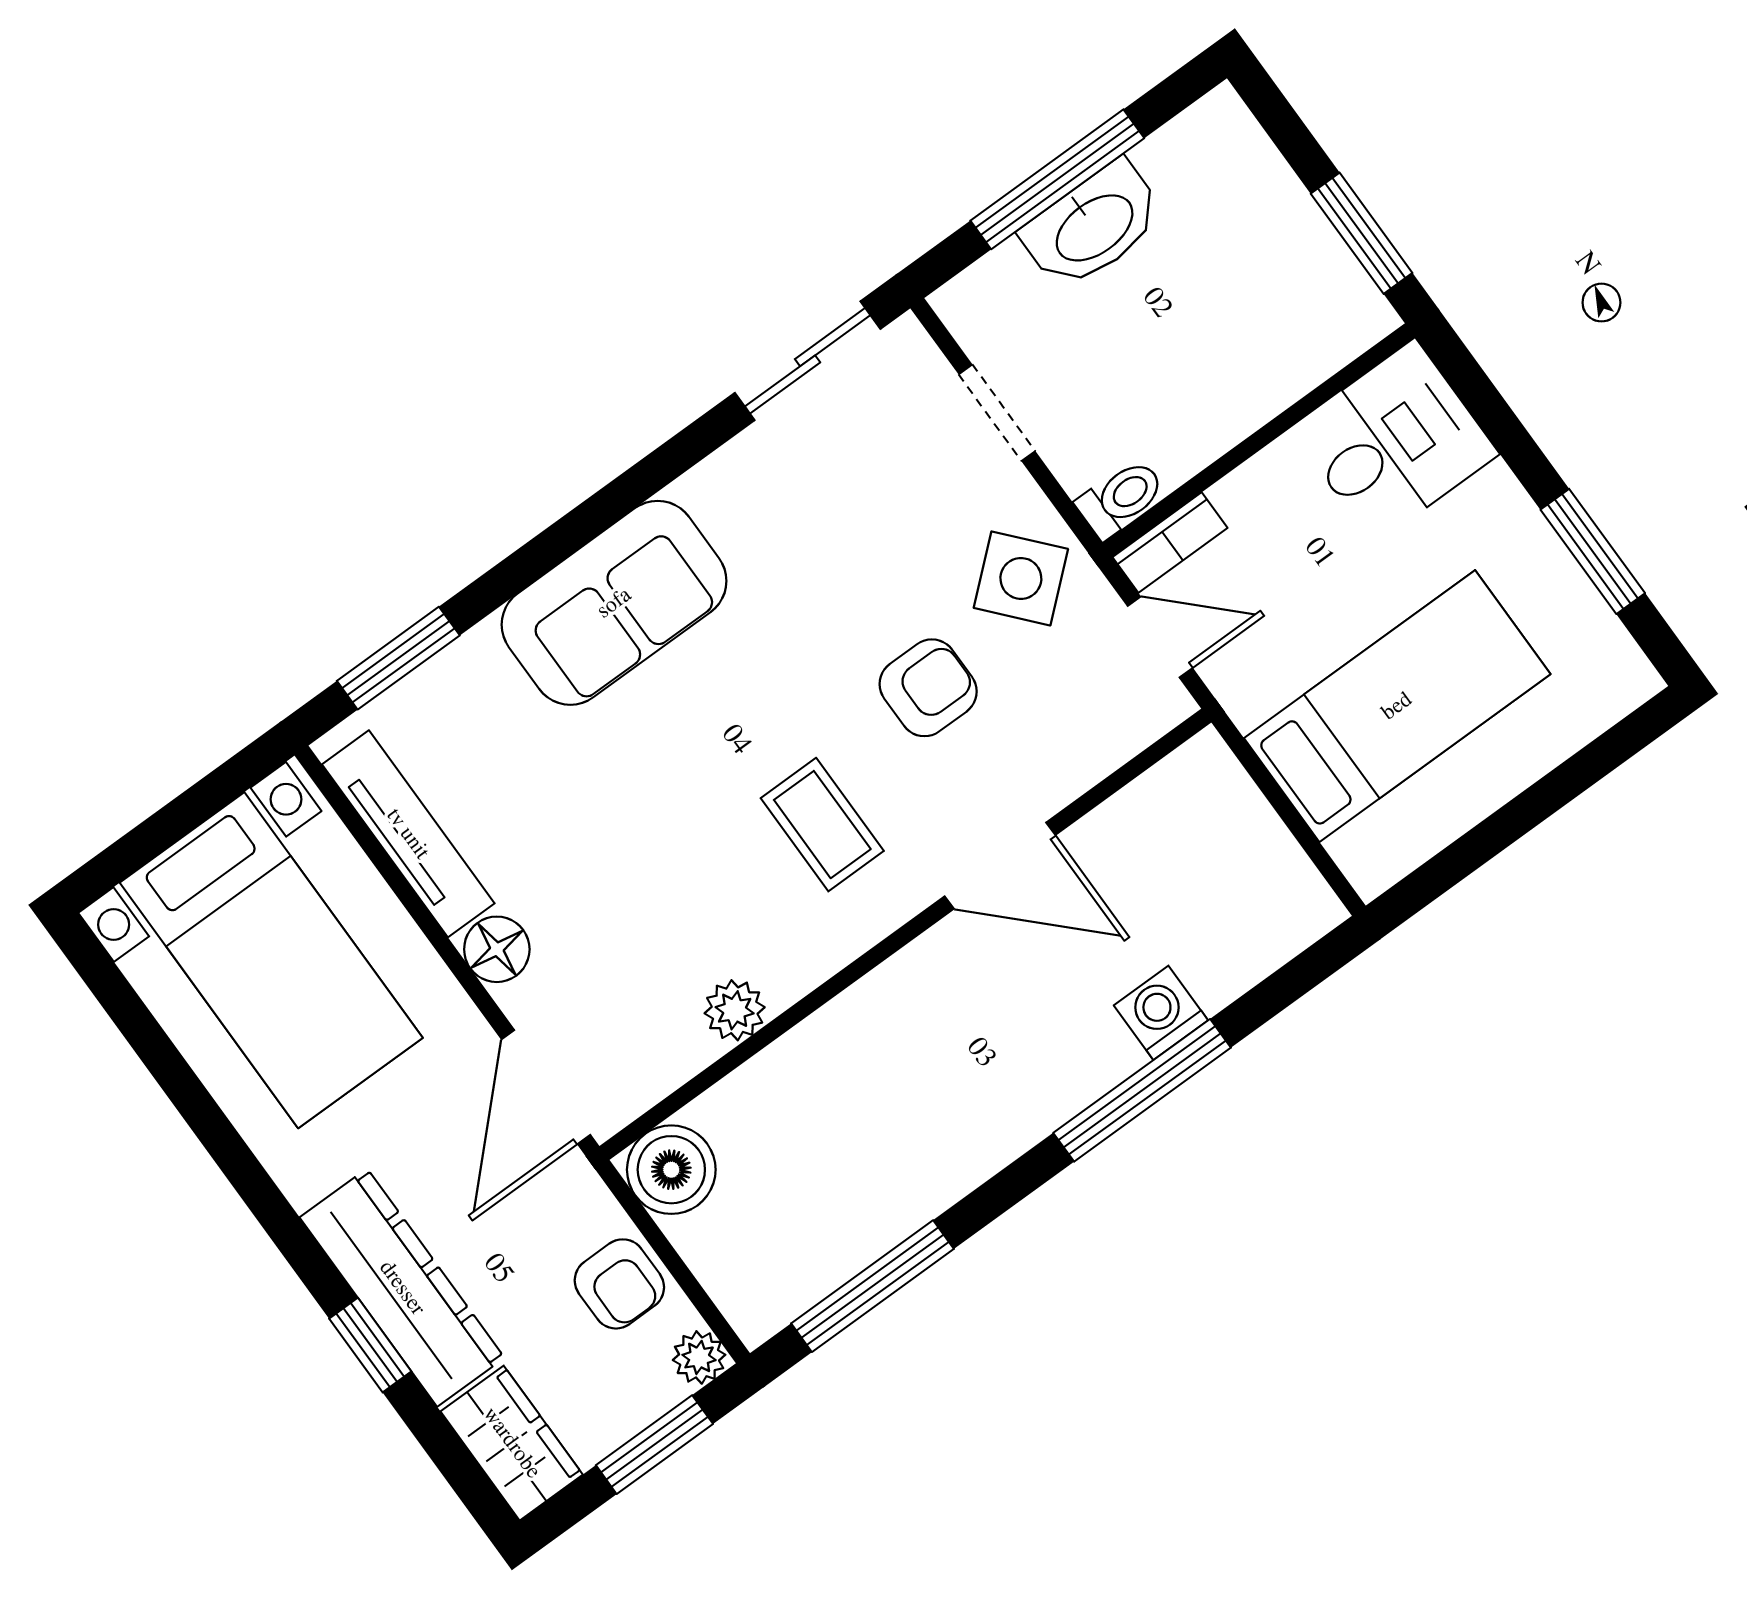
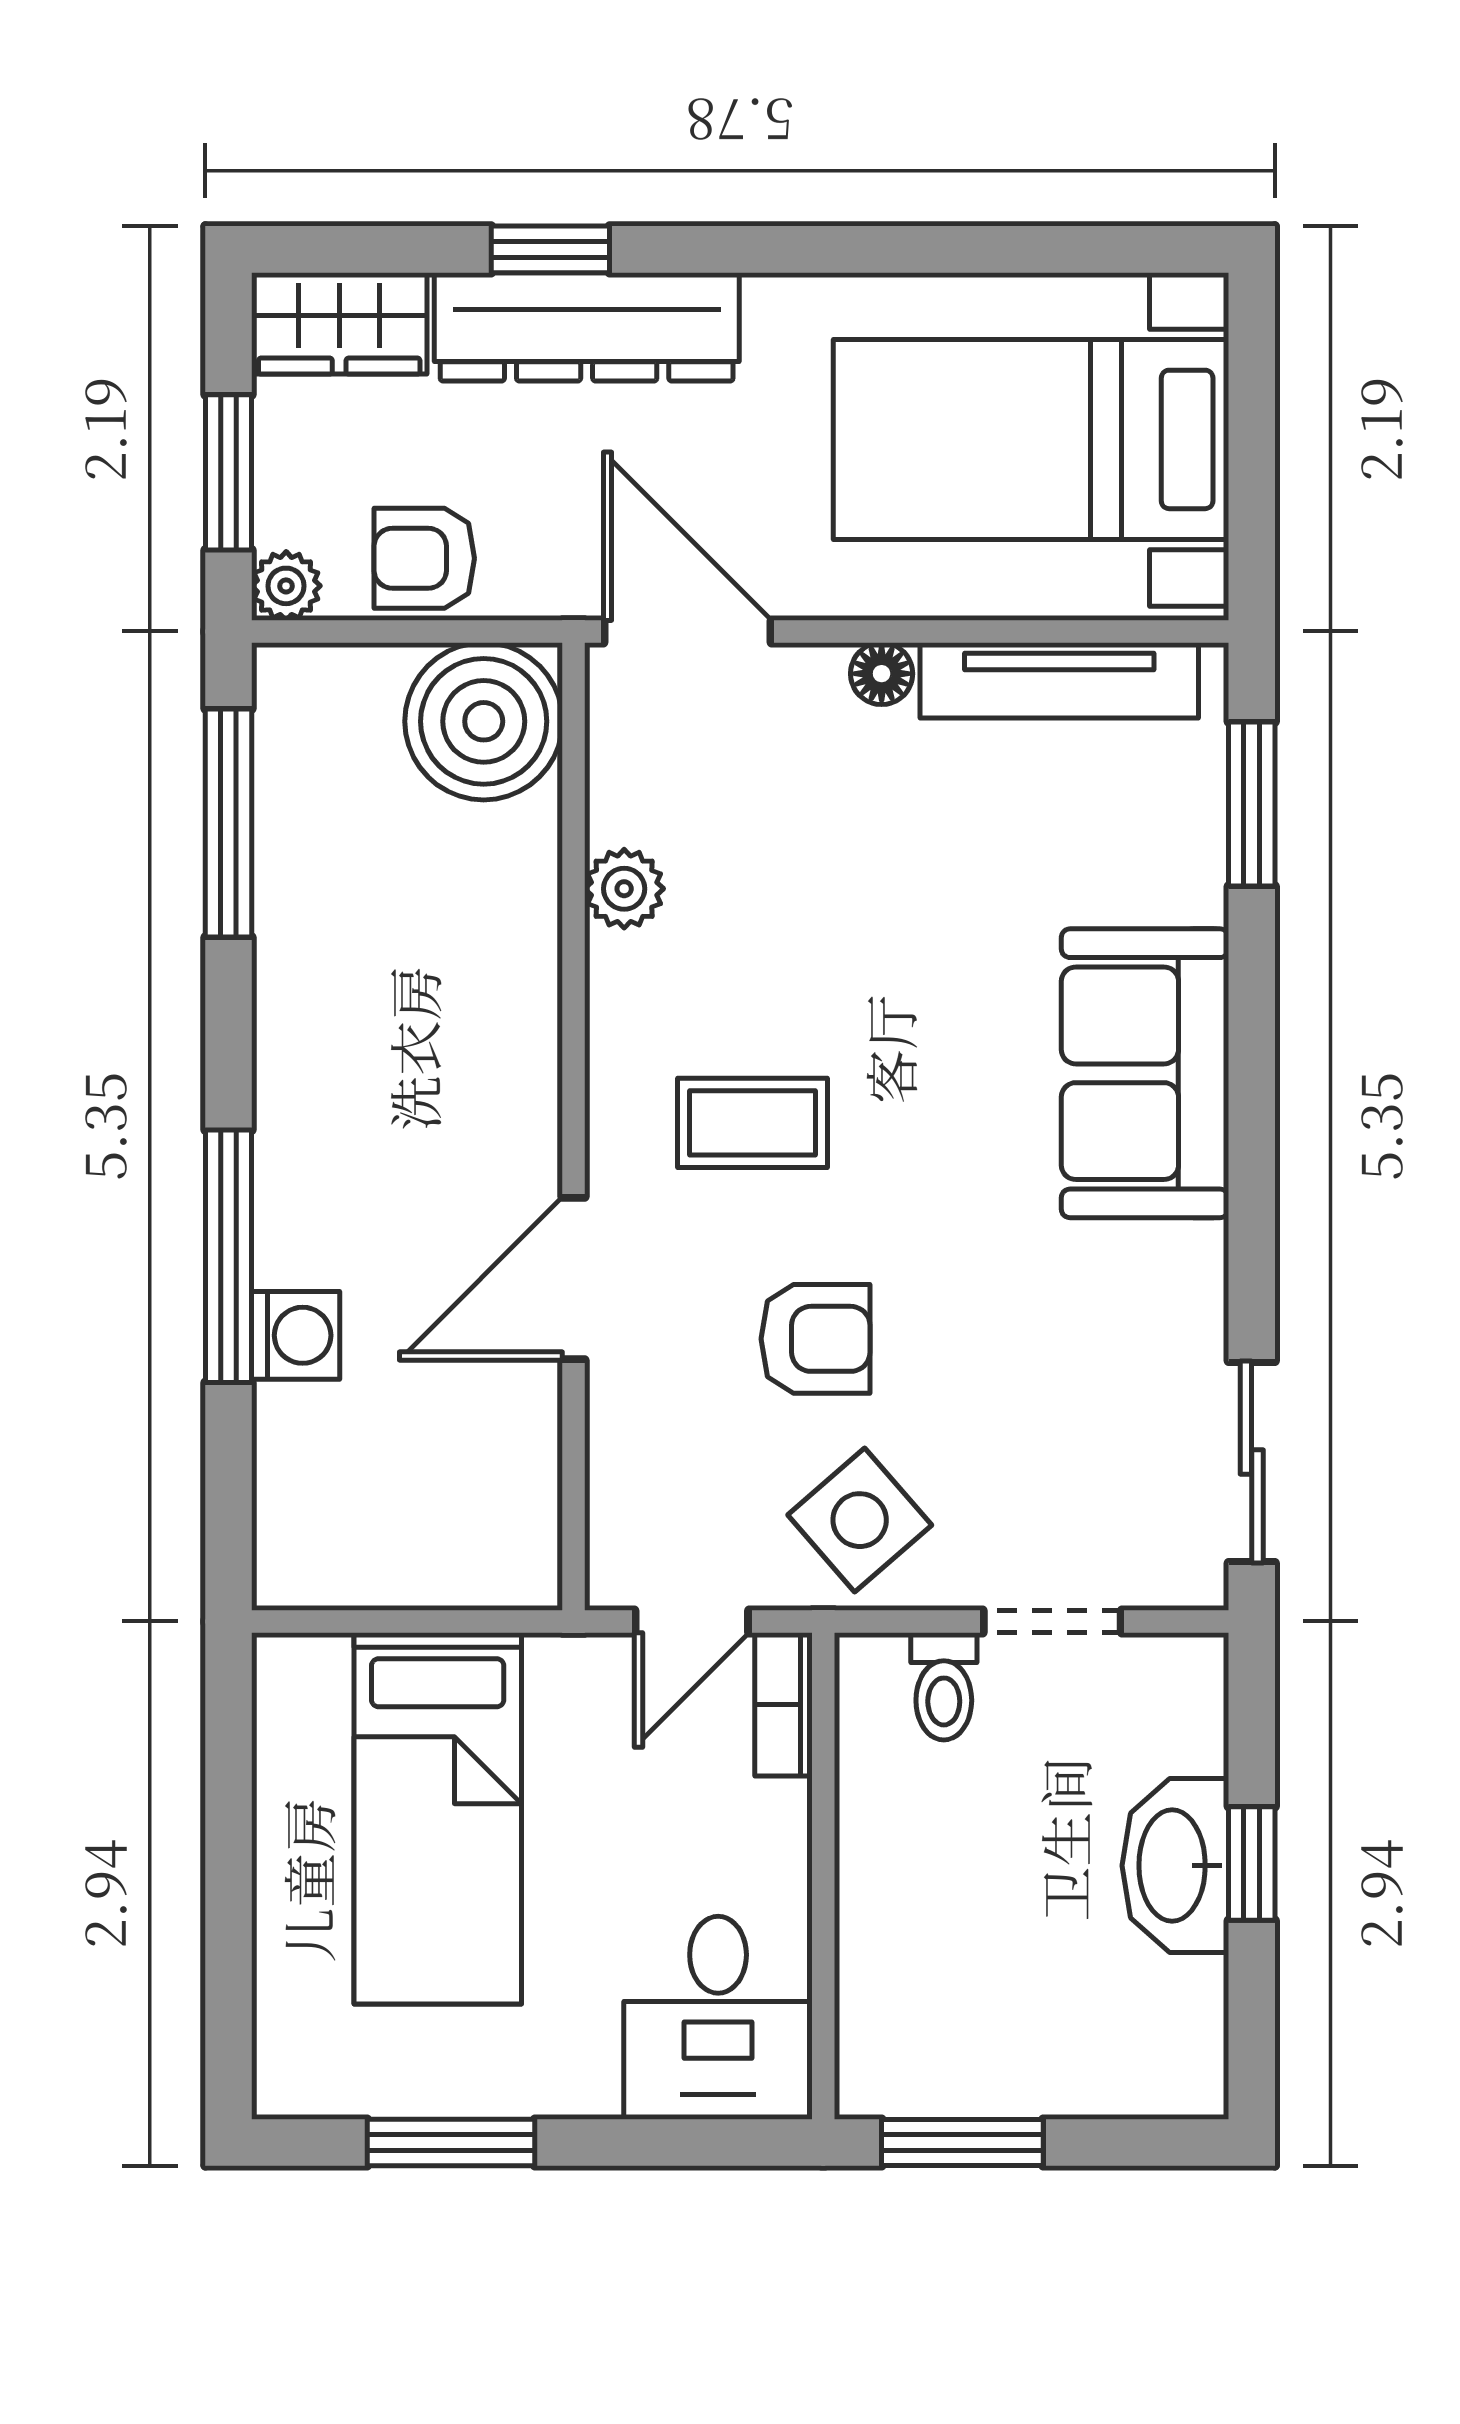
window: (1057, 179) -> (1252, 1863), width x0.46
toilet: (1121, 498) -> (944, 1686), moved
armchair: (928, 688) -> (816, 1339), turned -90
floor lamp: (497, 949) -> (882, 674), width x0.73, depth x0.73
boiler: (671, 1170) -> (484, 721), width x1.37, depth x1.37

